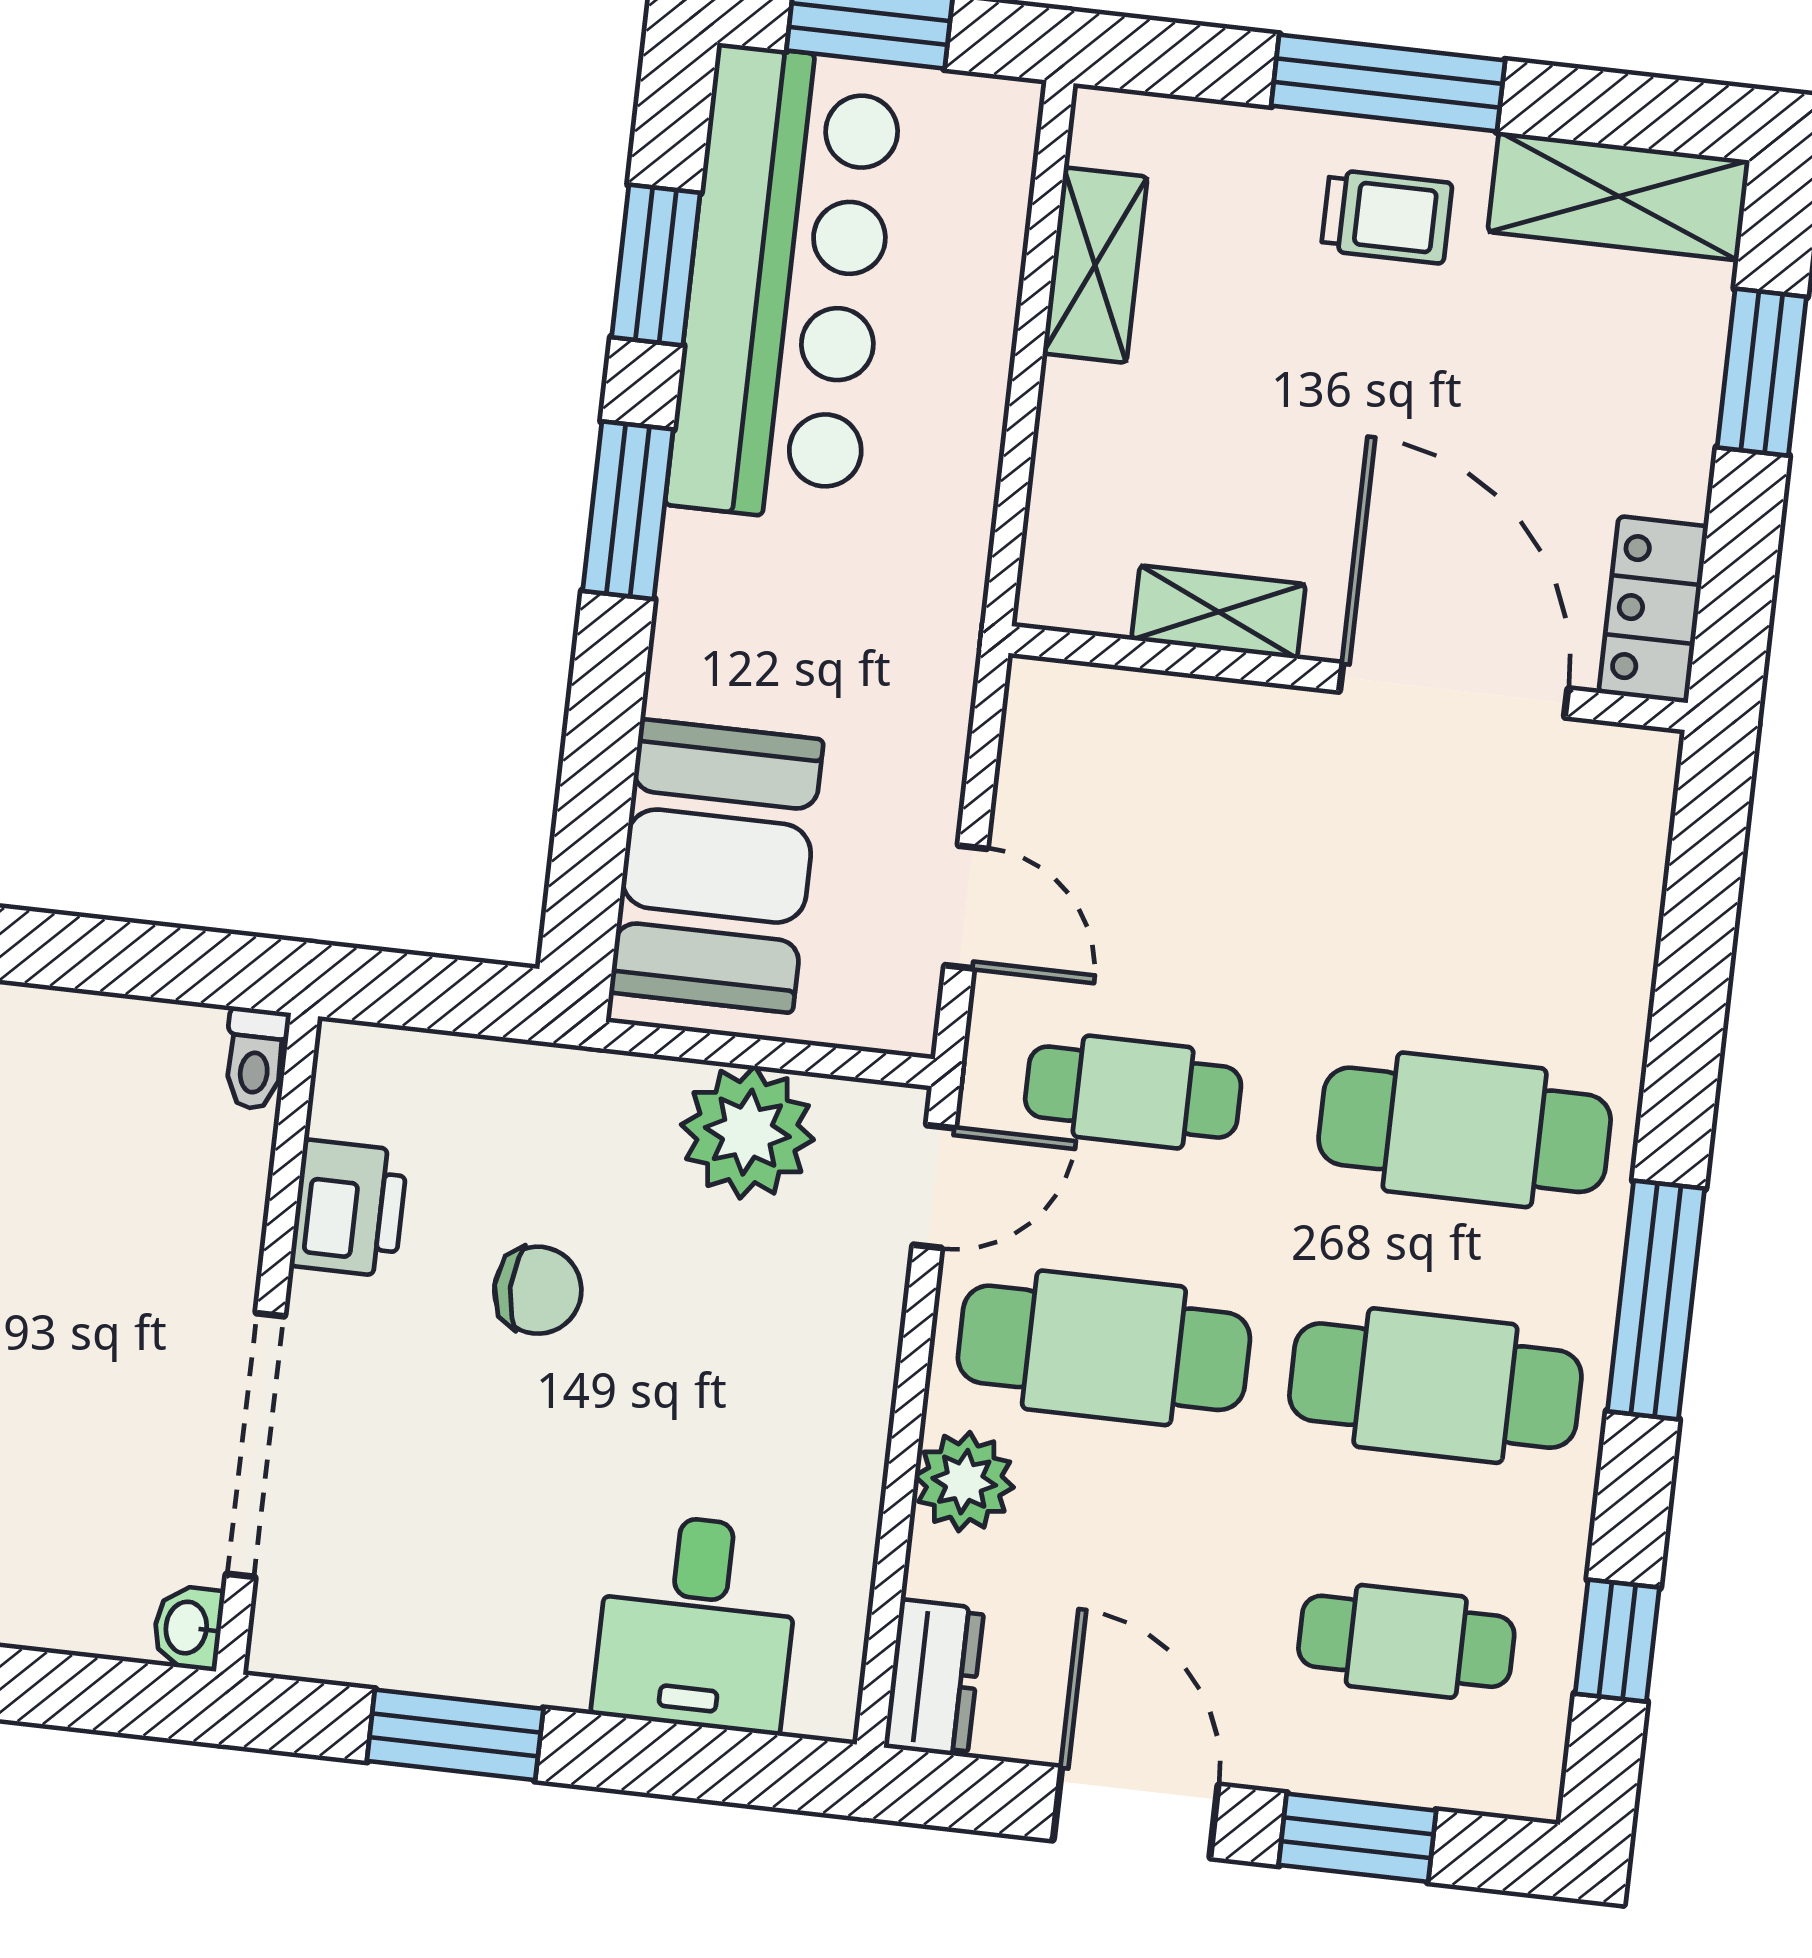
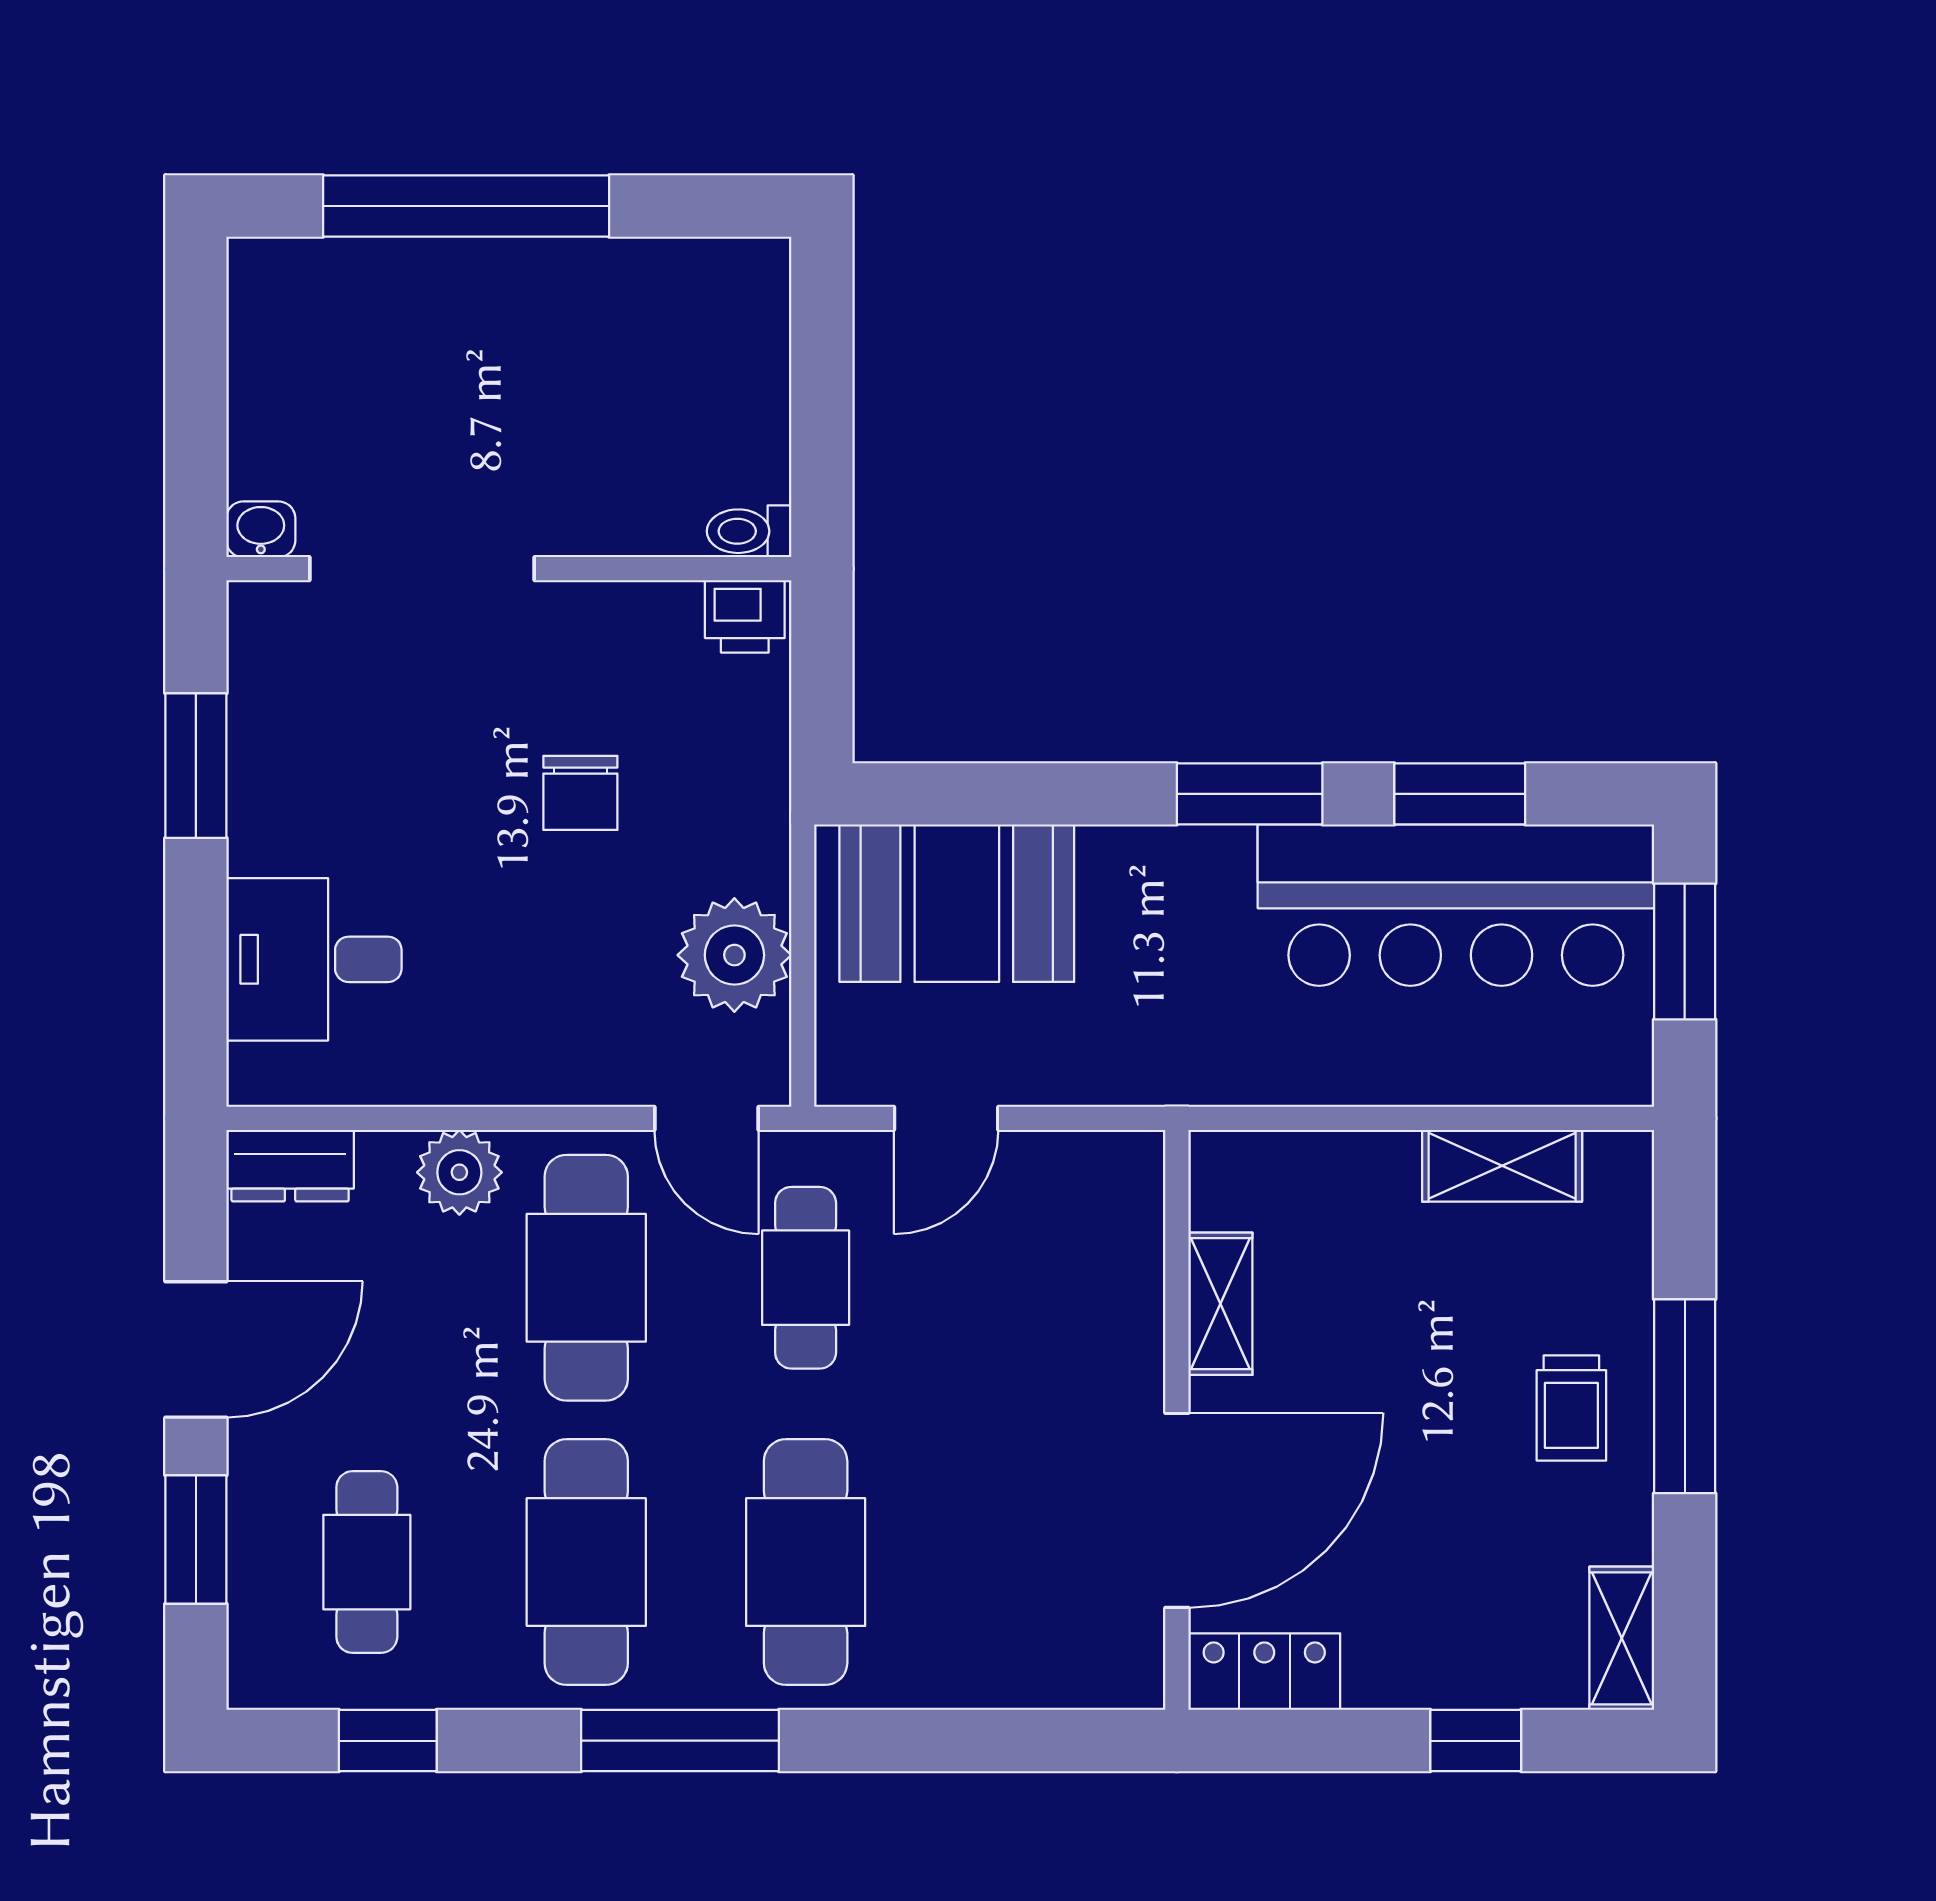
shelving: (1619, 196) -> (1622, 1638), width x0.67, depth x0.75
window: (1762, 372) -> (1476, 1741), width x0.67
printer: (349, 1208) -> (745, 616), moved, width x0.73, depth x0.81

